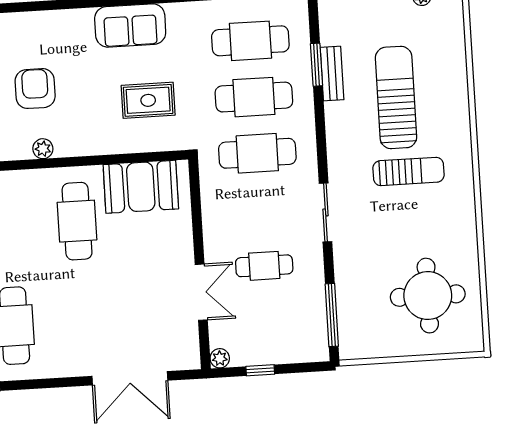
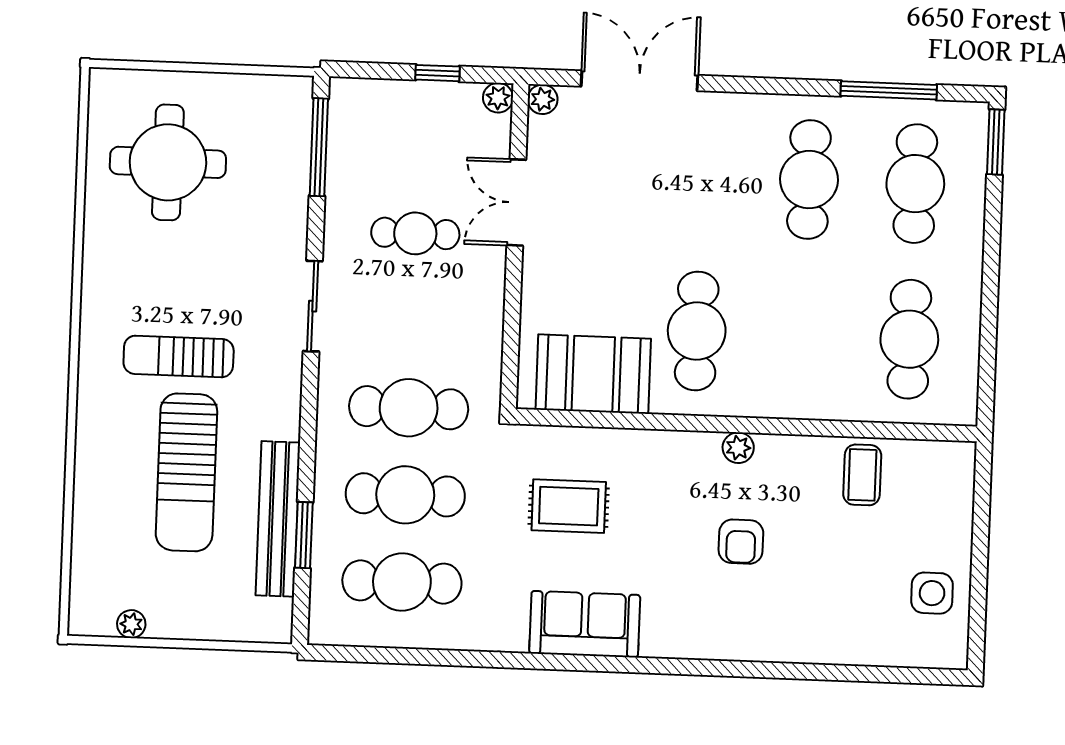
bench: (332, 74) -> (278, 519), width x1.86, depth x1.21
armchair: (35, 89) -> (741, 542), width x0.72, depth x0.72
plant: (191, 360) -> (543, 99), added

